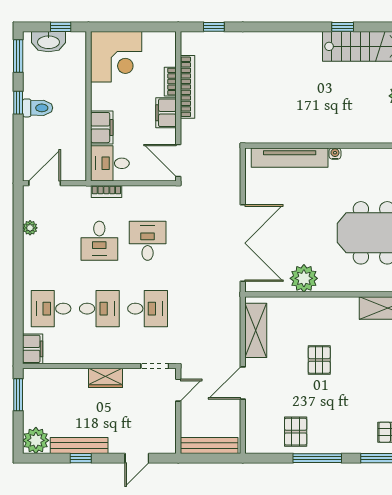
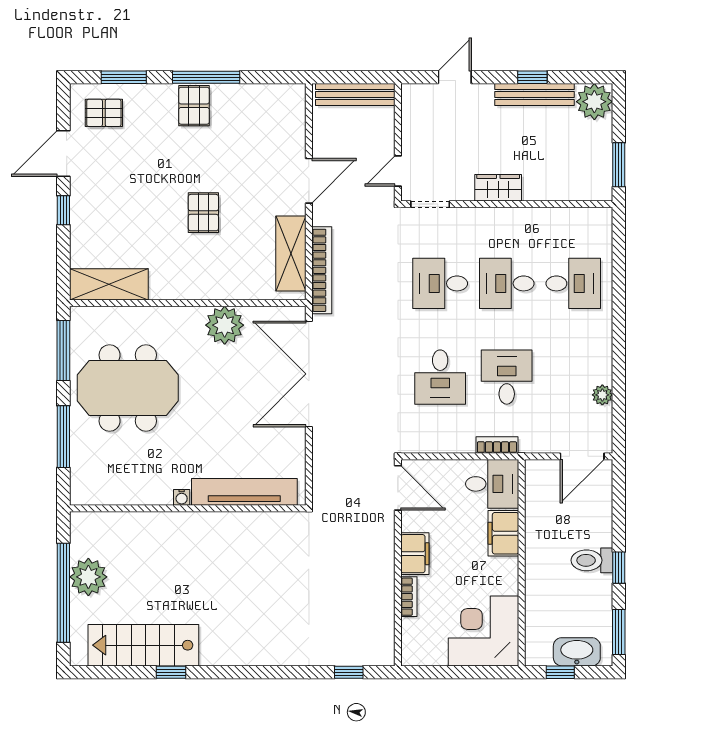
bookcase: (188, 87) -> (322, 270), moved, turned 180
filing cabinet: (33, 349) -> (599, 228), removed
pallet: (296, 432) -> (194, 106), moved

